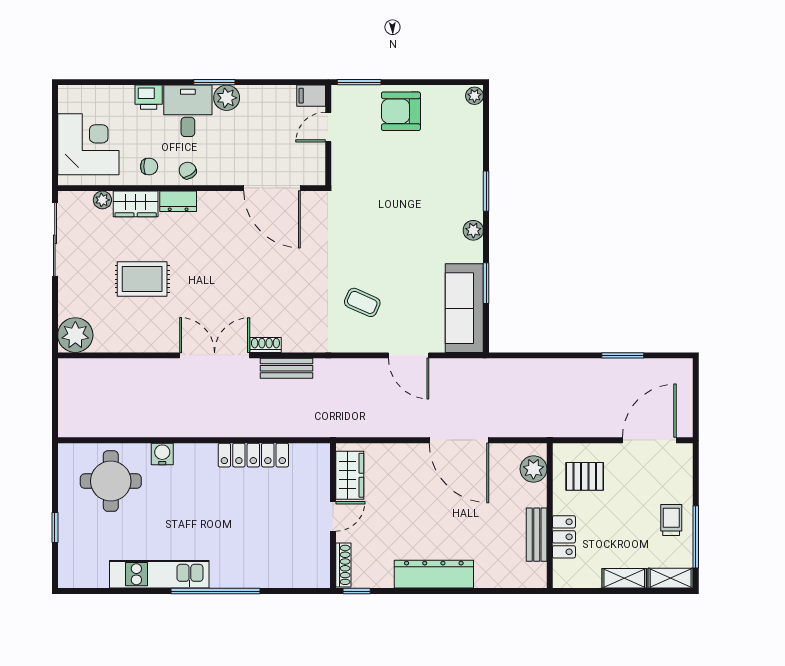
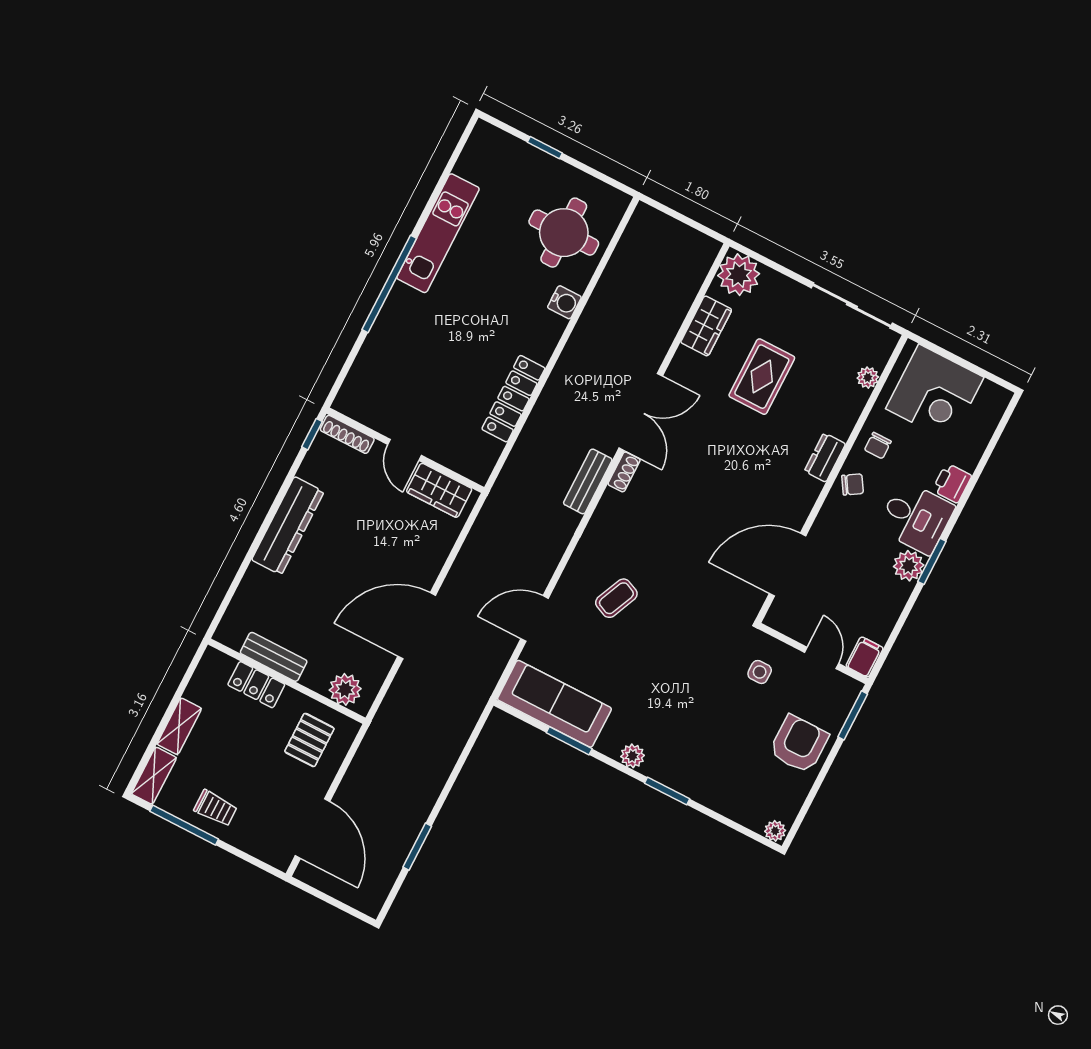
side table: (362, 168) -> (760, 672), added
wardrobe: (136, 204) -> (706, 326), moved, turned 180

